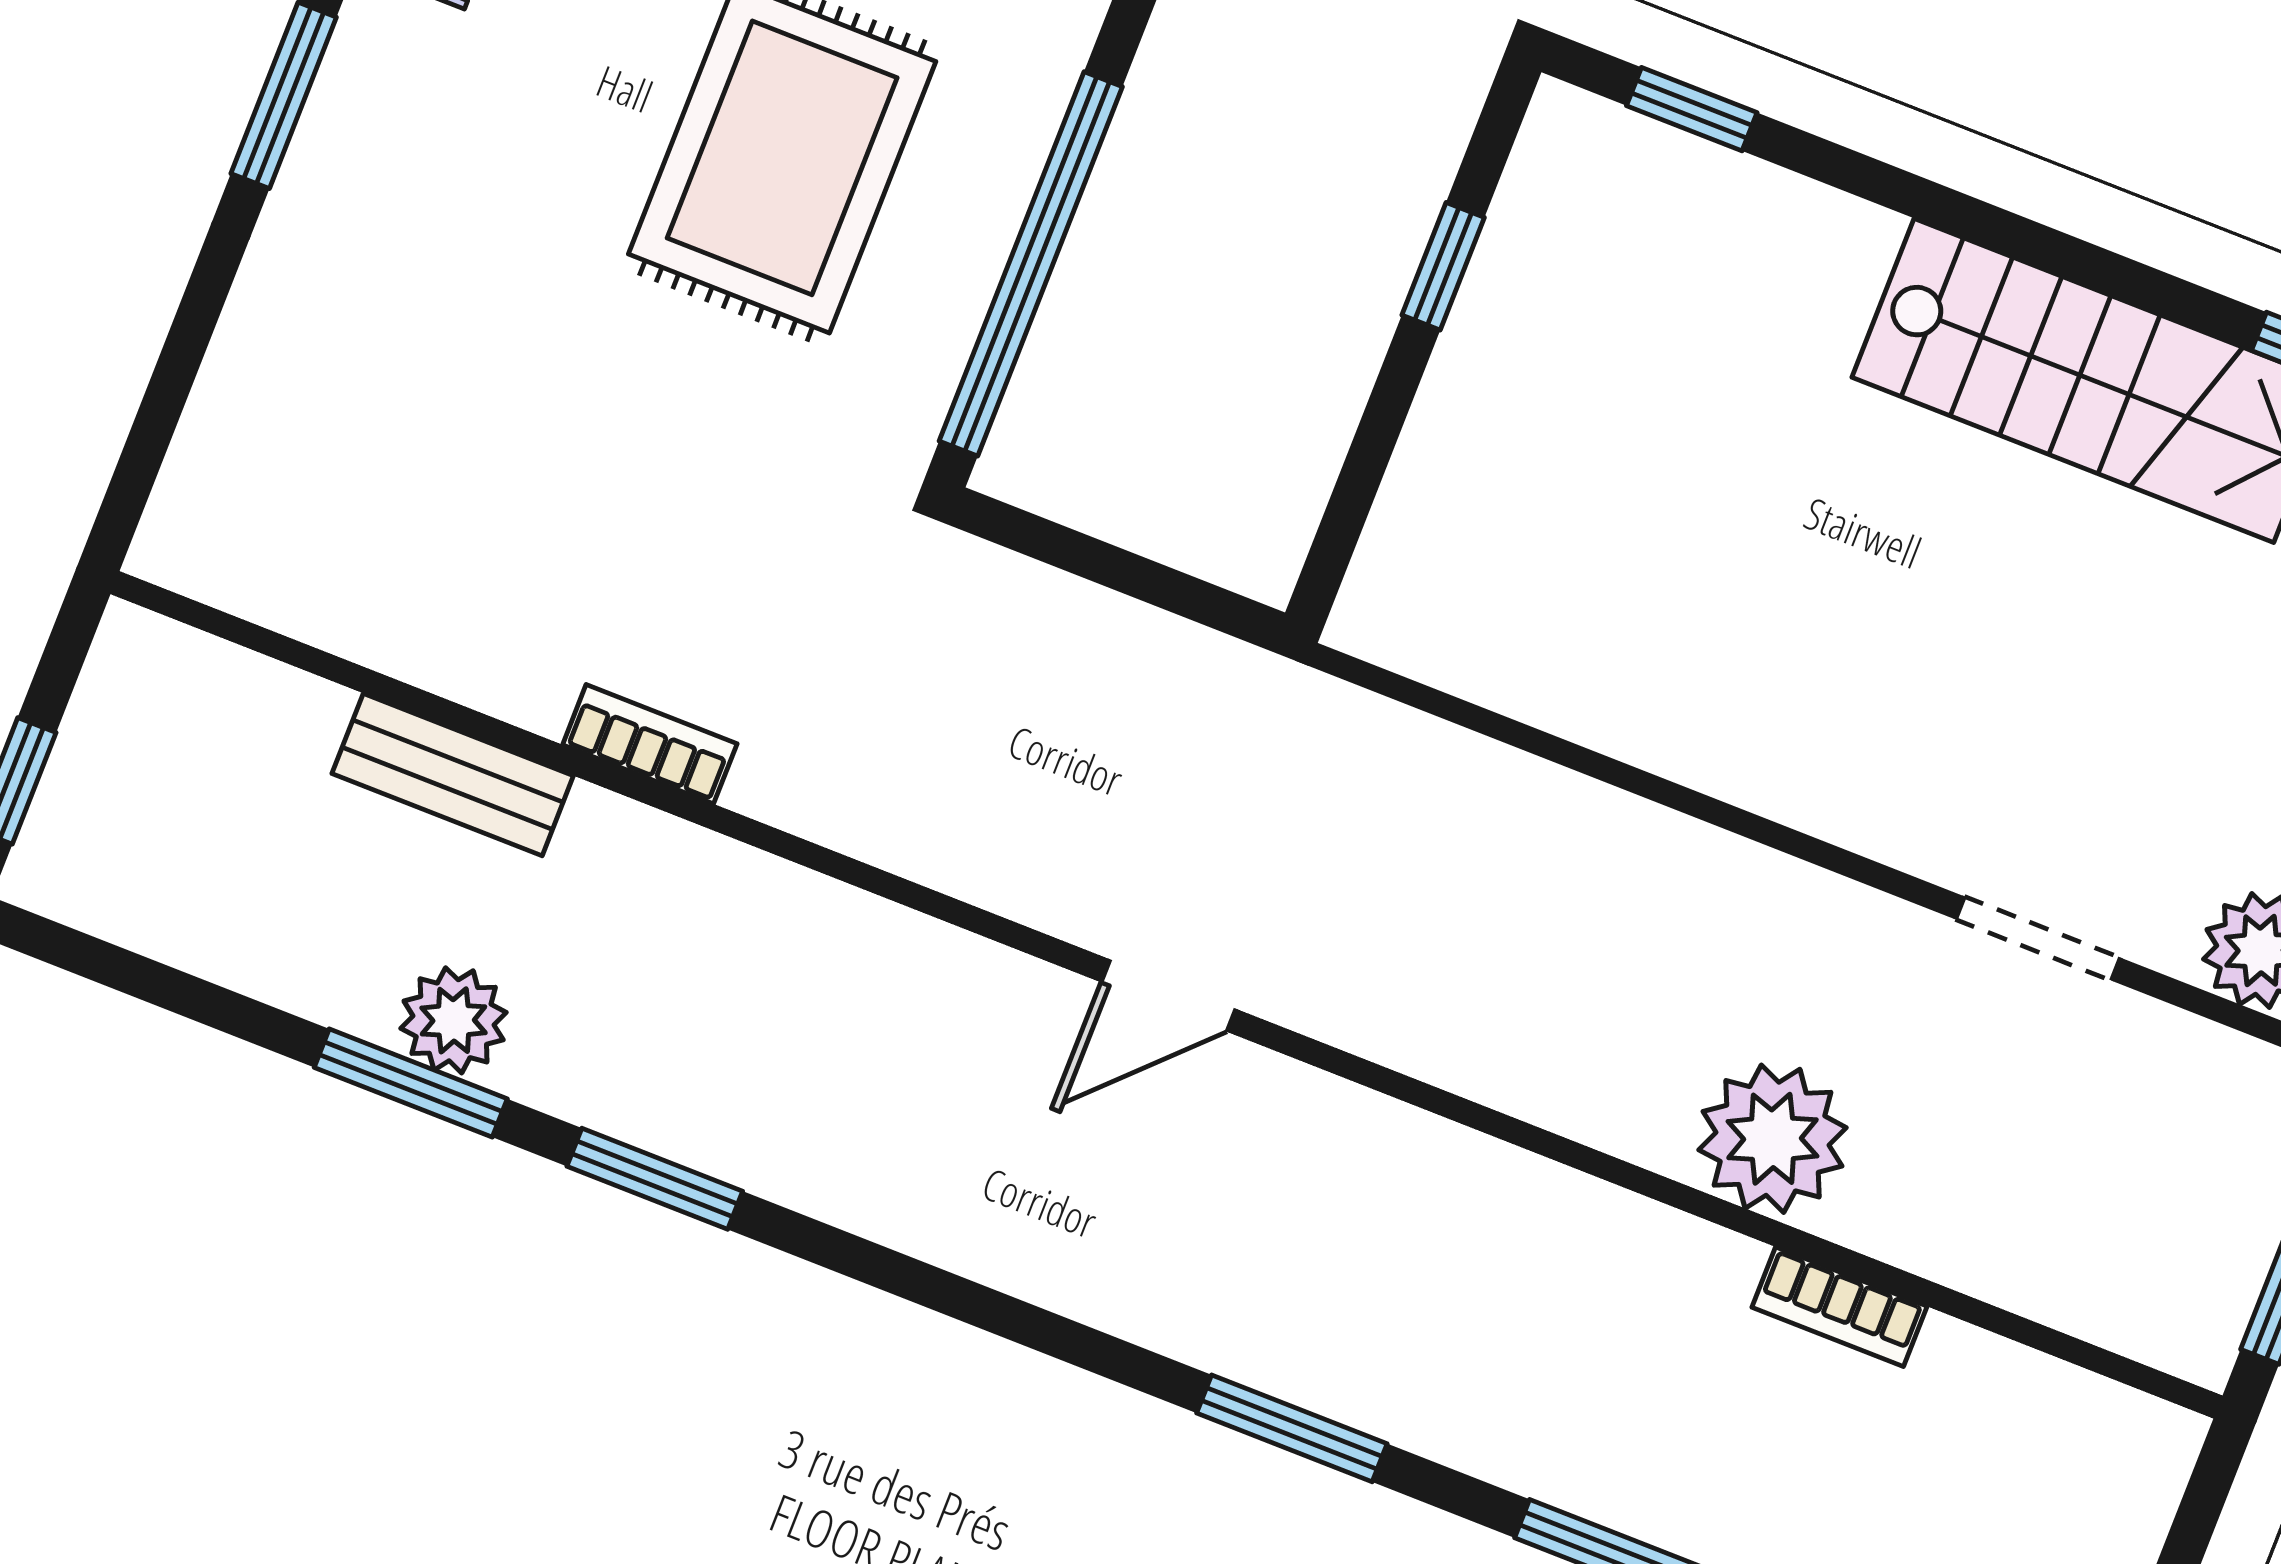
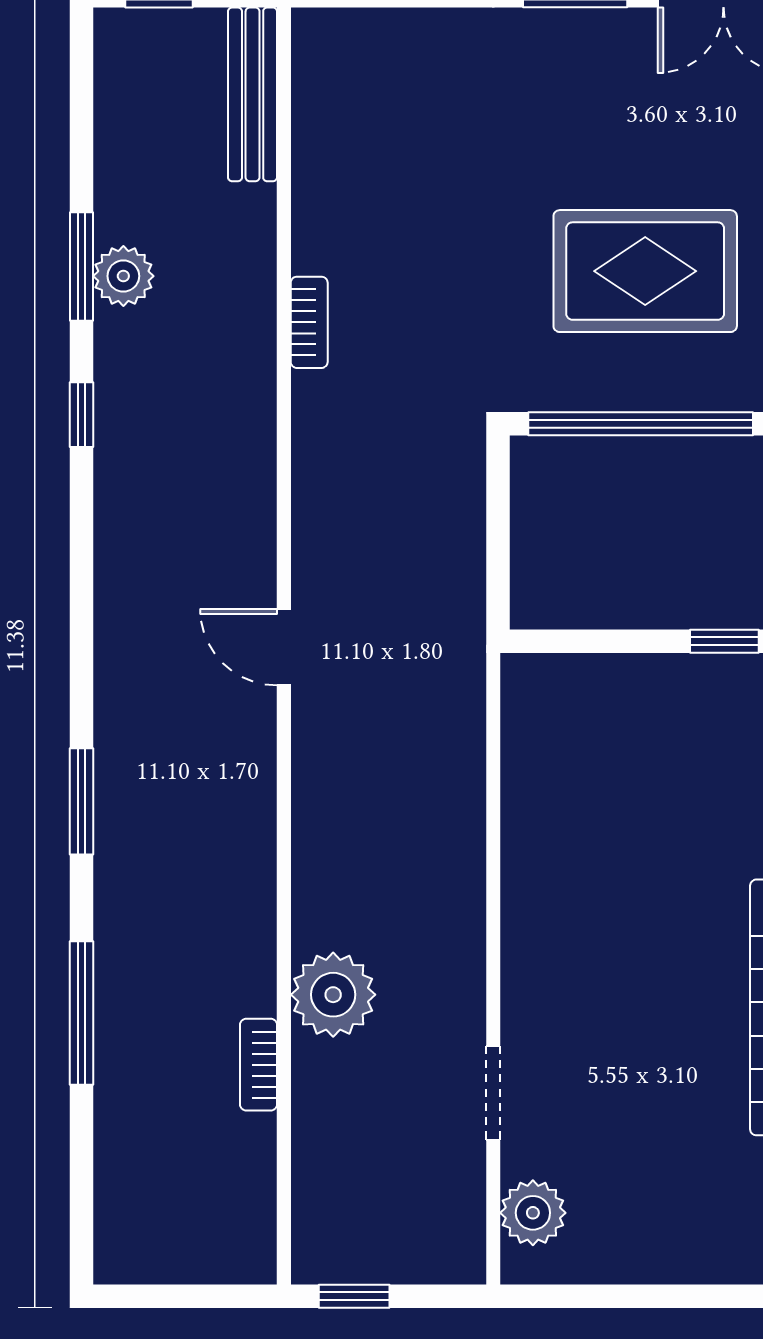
bench: (453, 775) -> (253, 94), moved, width x1.36
window: (655, 1179) -> (81, 415), width x0.67

